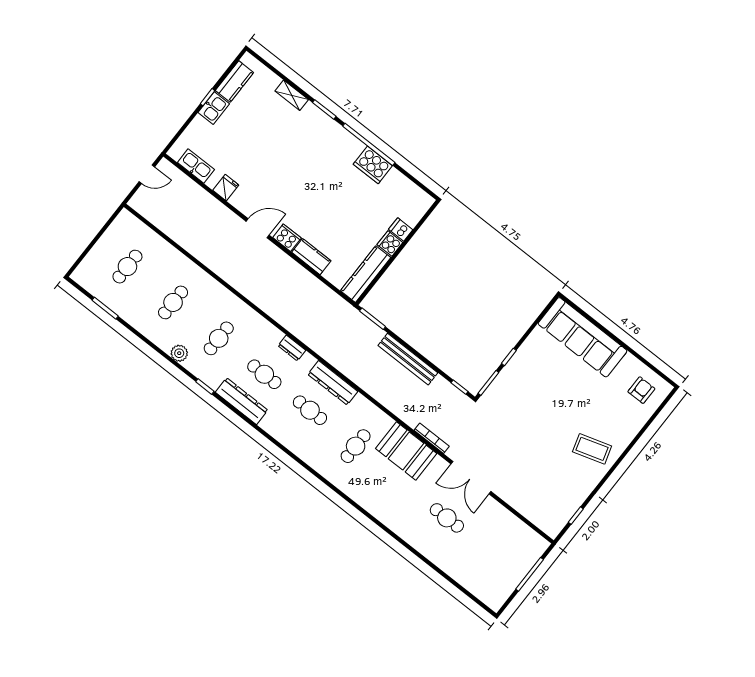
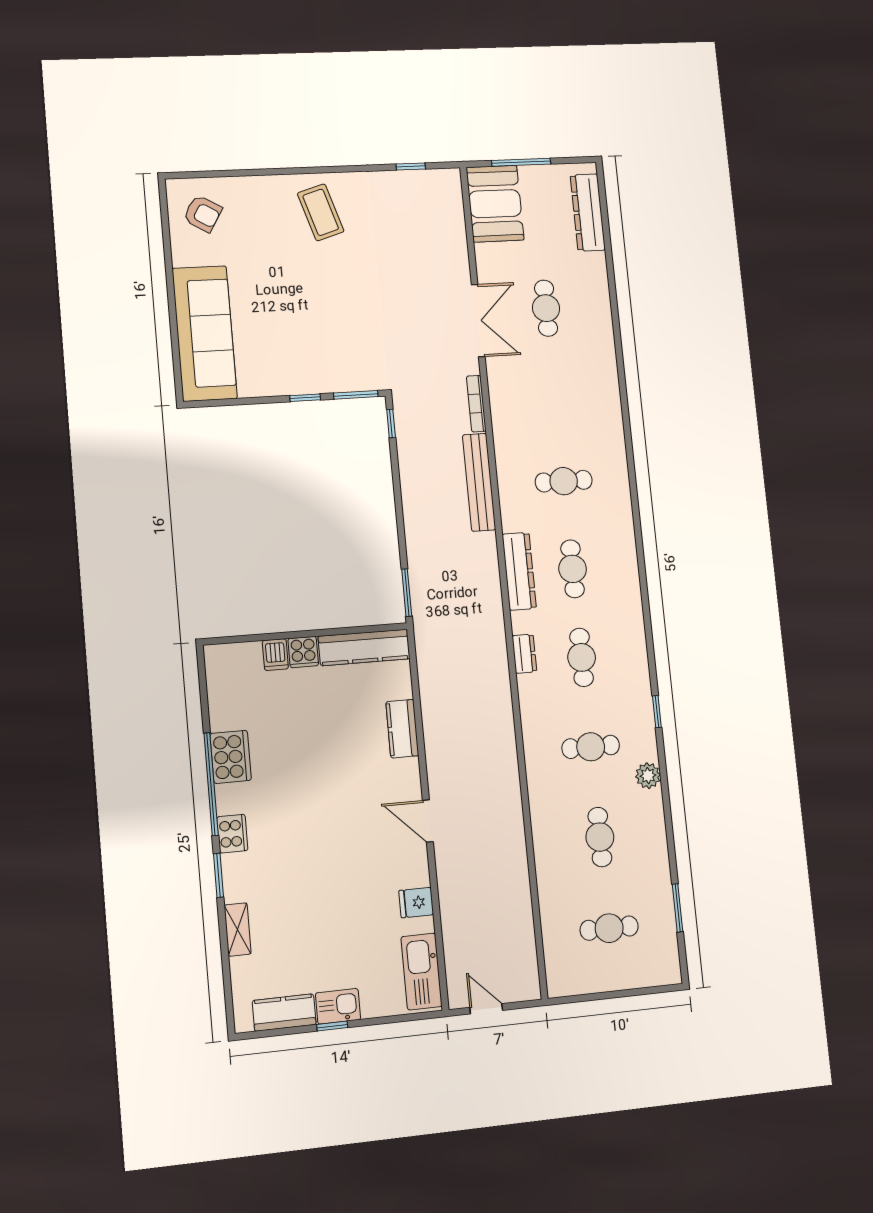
kitchen sink: (196, 166) -> (422, 972), width x1.36, depth x1.24
cooker: (287, 238) -> (232, 834), moved, turned 180
cafe table: (173, 302) -> (600, 837), turned 90
bench: (408, 359) -> (479, 482), moved
armchair: (641, 390) -> (203, 214), turned -149
dresser: (242, 401) -> (588, 212), moved
booth: (406, 451) -> (495, 204), moved

